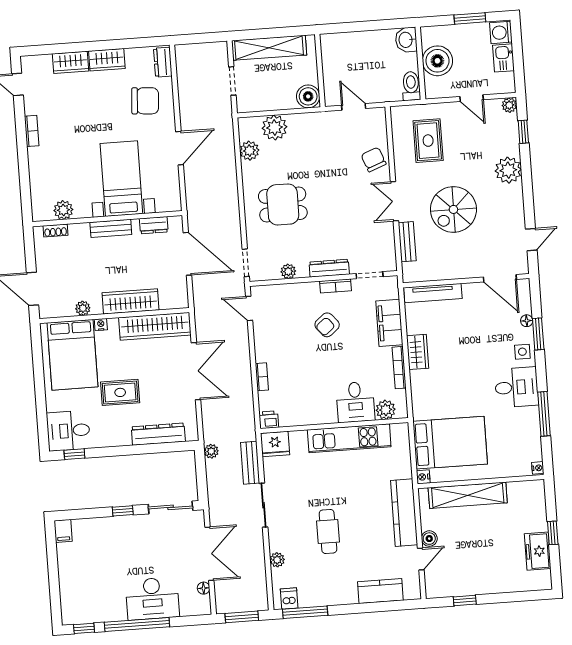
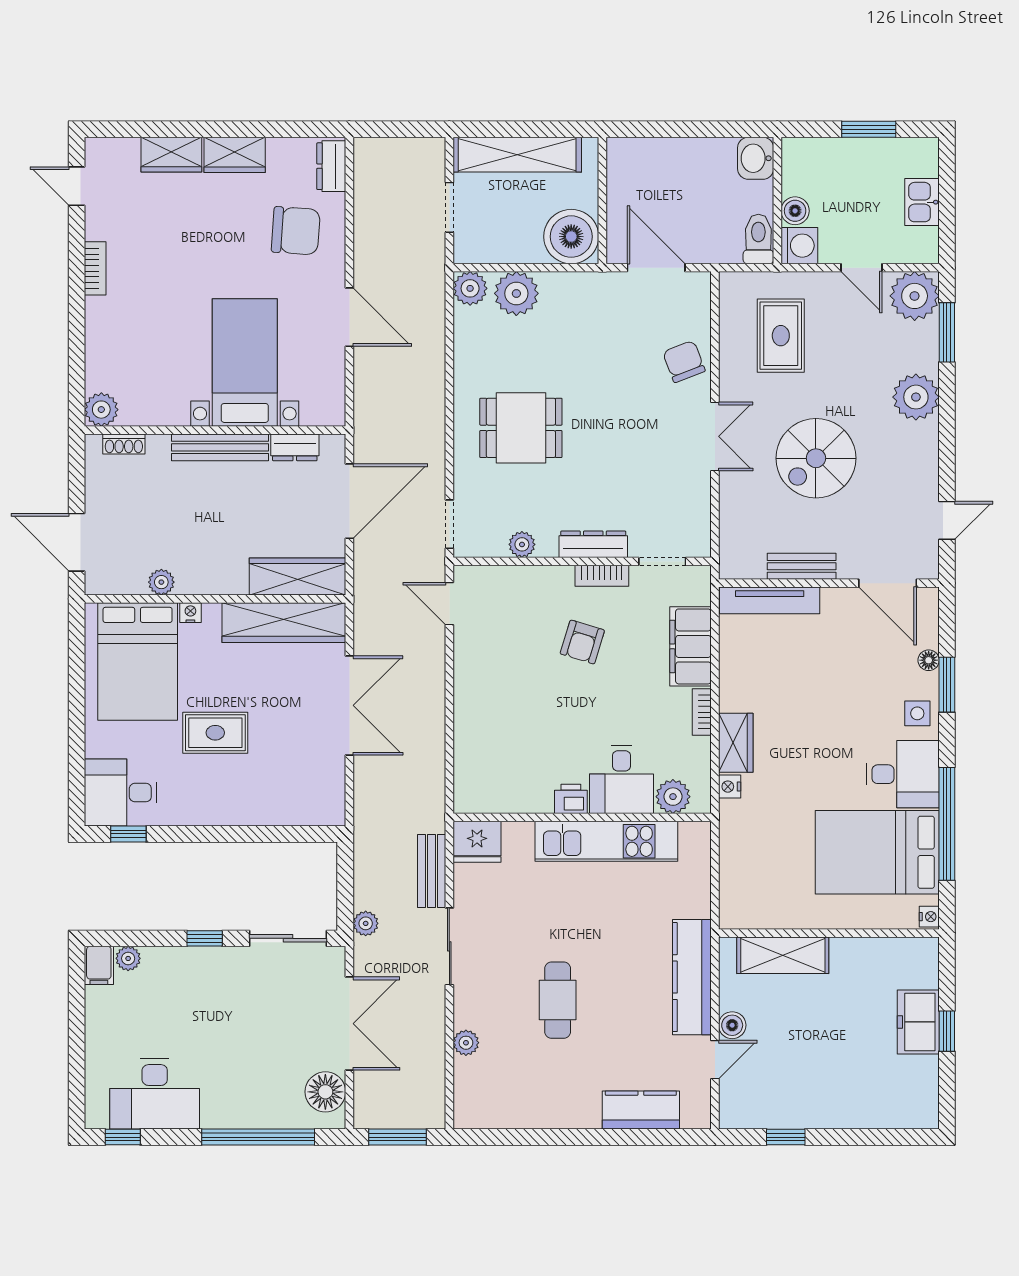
washing machine: (501, 32) -> (799, 246), moved, turned 180
boiler: (437, 61) -> (795, 211), width x0.54, depth x0.54
boiler: (308, 96) -> (571, 237), width x1.37, depth x1.37
plant: (509, 105) -> (915, 296), width x1.88, depth x1.88
door: (354, 107) -> (656, 268), width x1.38
window: (523, 132) -> (947, 332), width x1.50
door: (180, 148) -> (349, 317), hinge flipped
plant: (249, 151) -> (470, 288), moved
double door: (394, 201) -> (715, 436), swing flipped
plant: (63, 210) -> (101, 410), moved
bench: (111, 228) -> (220, 447), width x1.36
bench: (407, 242) -> (802, 566), moved, turned 90
door: (187, 254) -> (349, 501), hinge flipped
wardrobe: (130, 301) -> (297, 576), moved
armchair: (327, 325) -> (582, 642), turned -33
wardrobe: (418, 352) -> (736, 743), moved
bookcase: (399, 368) -> (702, 712), width x0.64
bookcase: (262, 377) -> (463, 724), removed
window: (544, 414) -> (947, 824), width x1.46
printer: (269, 420) -> (571, 799), moved
dresser: (158, 434) -> (276, 810), removed
bed: (450, 443) -> (877, 852), moved, turned 180
plant: (211, 451) -> (366, 923), moved
nightstand: (423, 477) -> (730, 787), moved
shelving: (468, 495) -> (783, 955), width x0.68
plant: (80, 526) -> (128, 958), added
freezer: (538, 551) -> (918, 1022), moved
floor lamp: (204, 588) -> (325, 1092), width x1.89, depth x1.89
desk: (152, 599) -> (155, 1094), moved
dishwasher: (289, 599) -> (482, 1111), removed
window: (305, 612) -> (508, 1137), removed
window: (137, 625) -> (258, 1137), moved

